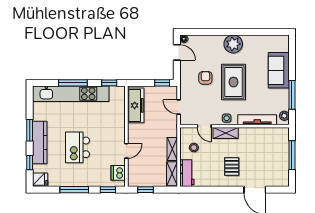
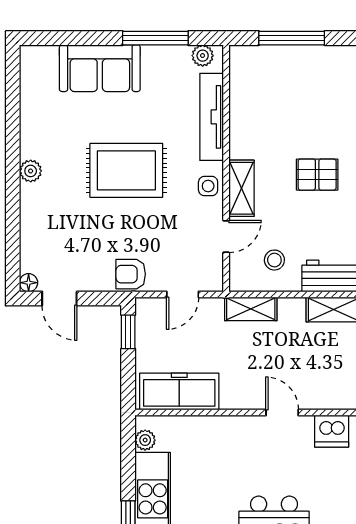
plant: (233, 44) -> (31, 171), width x0.53, depth x0.53
door: (177, 52) -> (59, 298), swing flipped
armchair: (205, 78) -> (131, 274), moved
window: (109, 83) -> (128, 451), removed
plant: (114, 90) -> (145, 440), added
shelving: (172, 149) -> (251, 309), moved

